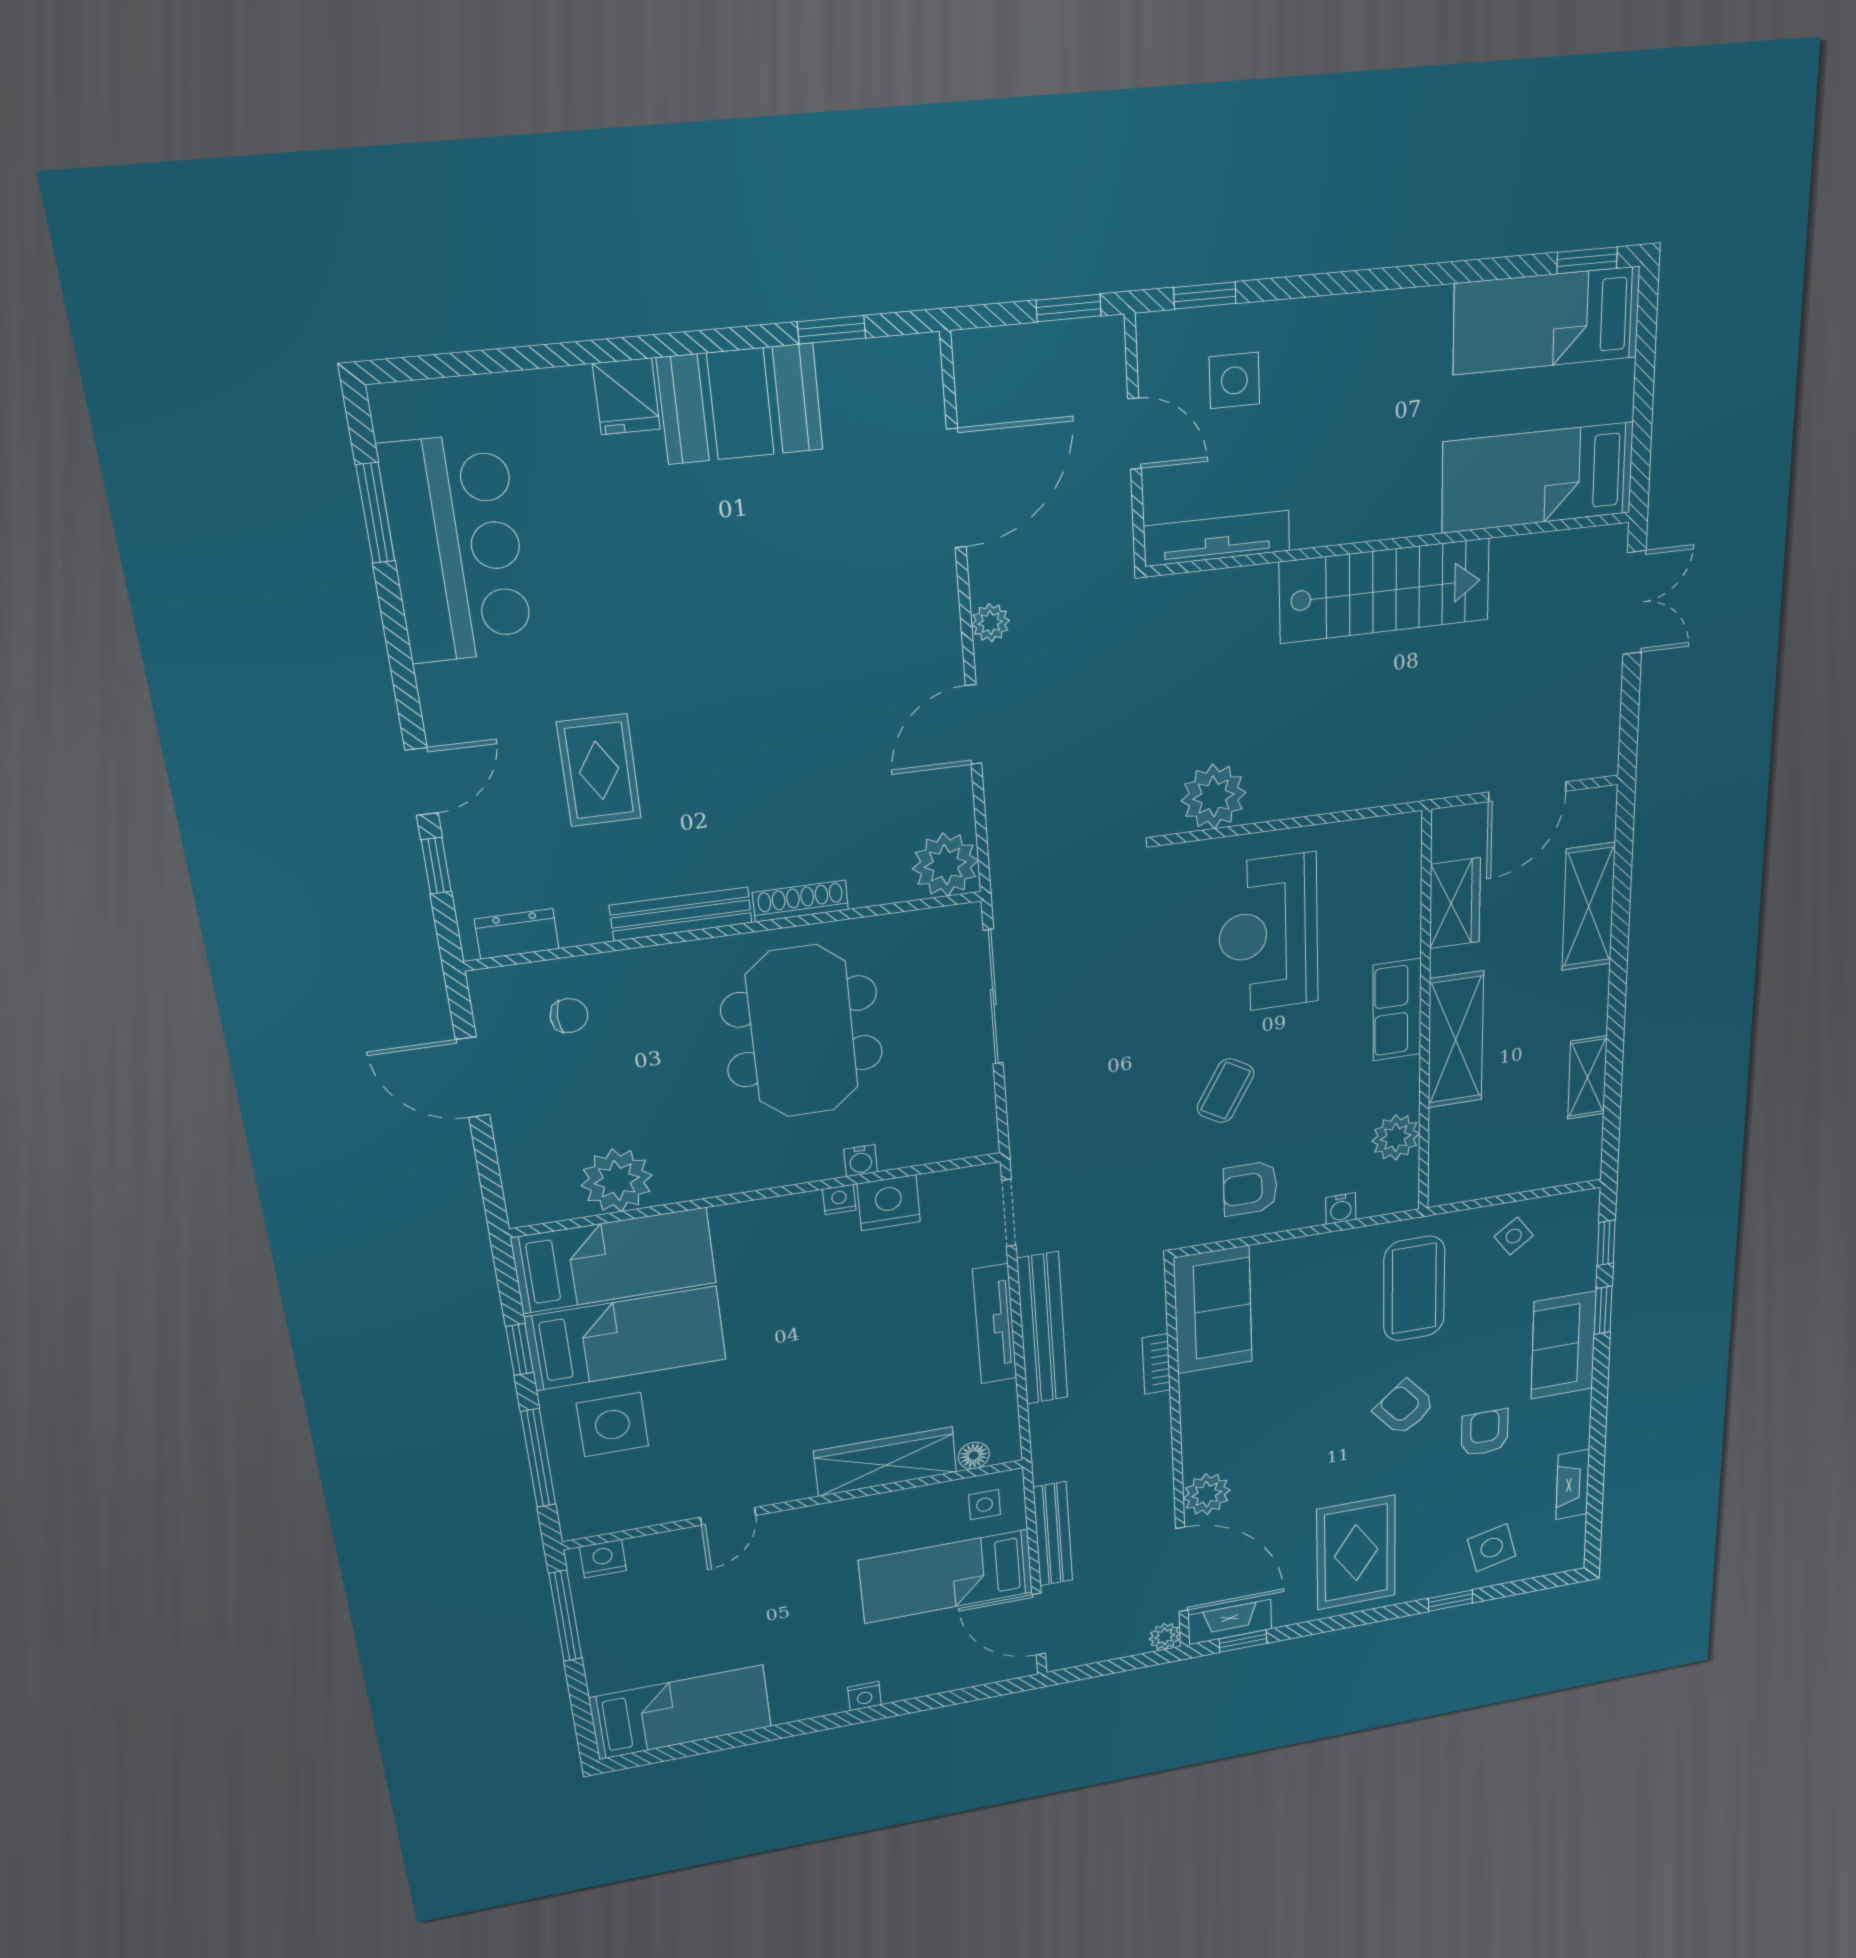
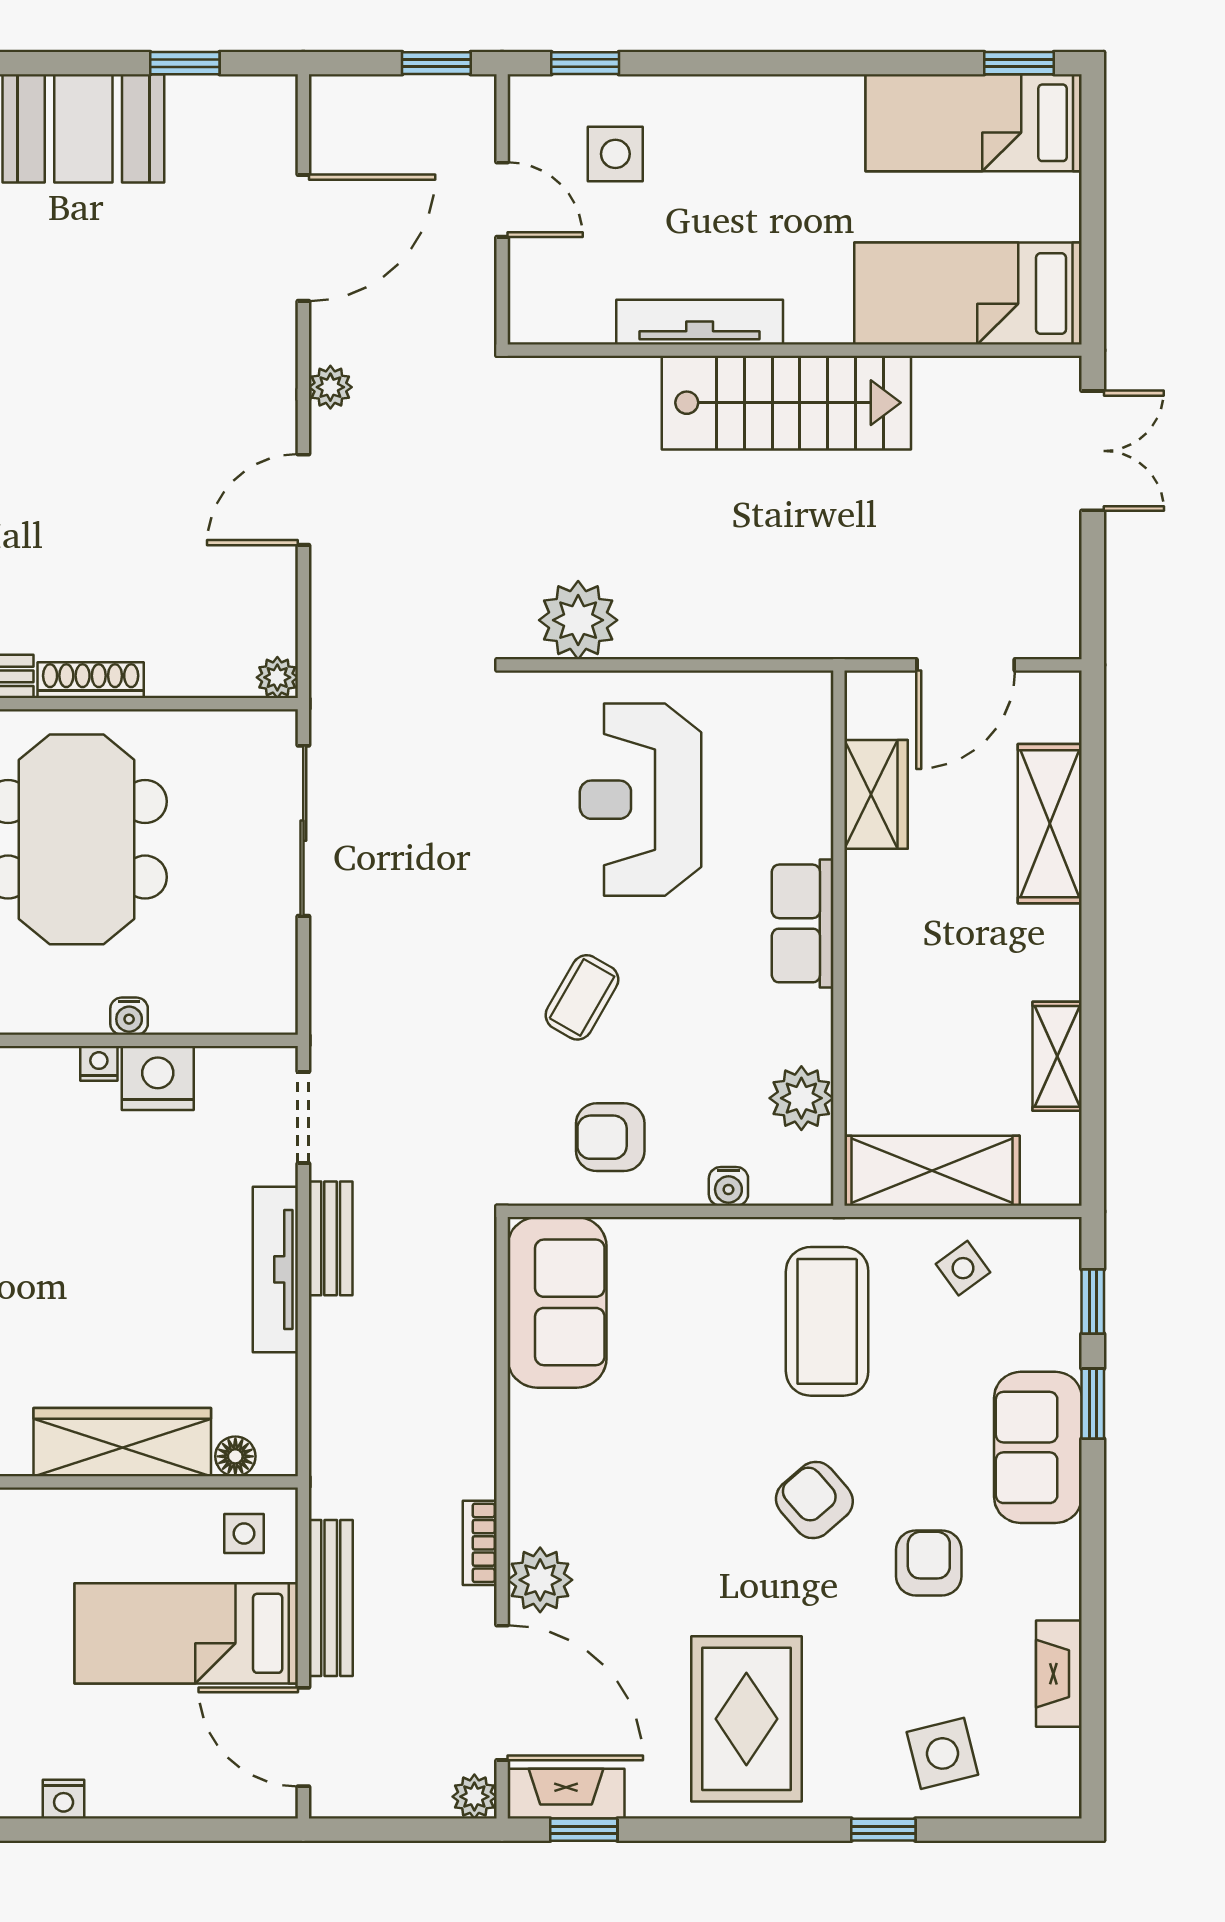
tv unit: (1217, 538) -> (700, 322), moved
plant: (945, 865) -> (277, 677), width x0.53, depth x0.53
shelving: (1456, 1040) -> (932, 1171), moved, turned 90
bench: (1042, 1329) -> (331, 1238), width x0.54, depth x0.82
bookcase: (1156, 1364) -> (480, 1543), moved

